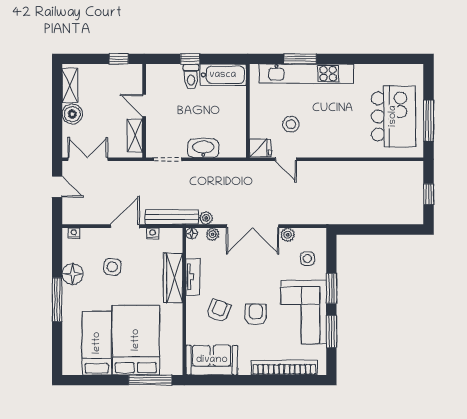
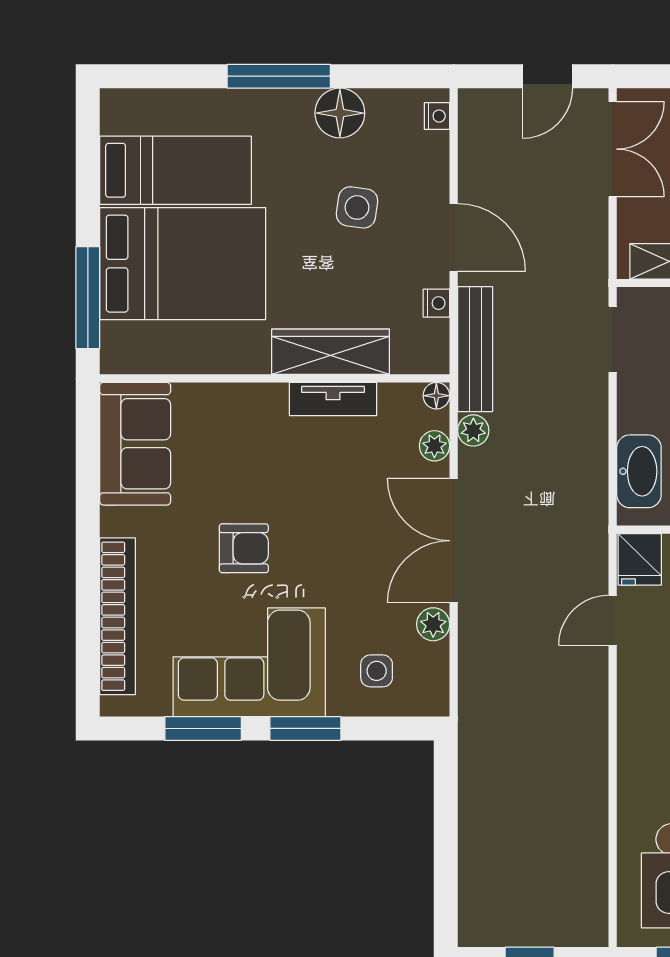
washbasin: (203, 148) -> (639, 471), moved
armchair: (219, 311) -> (253, 460), removed

